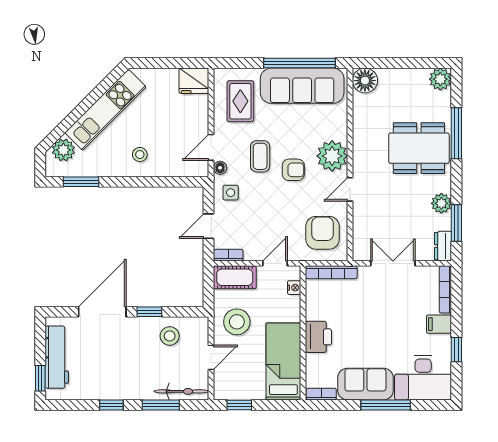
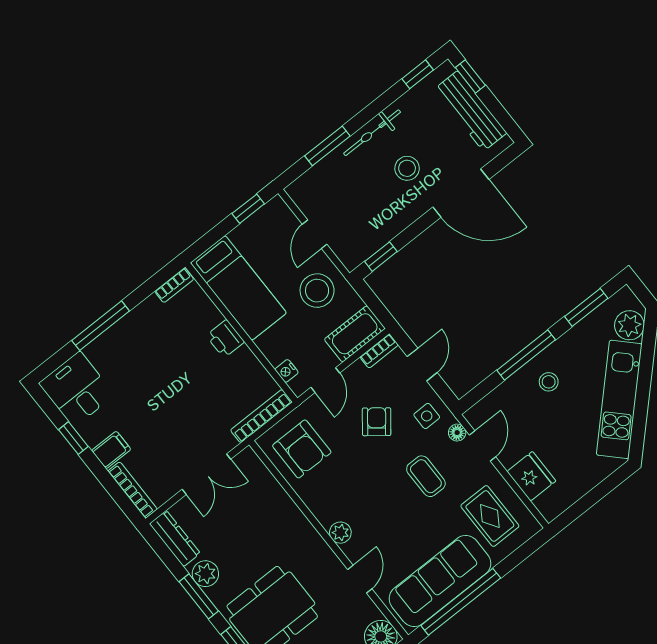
fridge: (194, 81) -> (531, 476), moved, turned 90
plant: (332, 156) -> (340, 533), width x0.53, depth x0.53
armchair: (293, 170) -> (377, 422), moved, turned 128
window: (141, 182) -> (526, 355), added
door: (350, 189) -> (360, 579), moved
window: (456, 223) -> (199, 596), moved
dresser: (443, 246) -> (175, 539), width x1.44
door: (102, 312) -> (461, 193), hinge flipped
window: (149, 312) -> (381, 257), moved
stool: (170, 336) -> (407, 168), moved
printer: (318, 337) -> (225, 339), width x0.73, depth x0.81
desk: (423, 378) -> (77, 389), width x0.73
sofa: (365, 384) -> (138, 331), removed
bicycle: (181, 391) -> (372, 133), moved
window: (111, 405) -> (418, 74), moved

